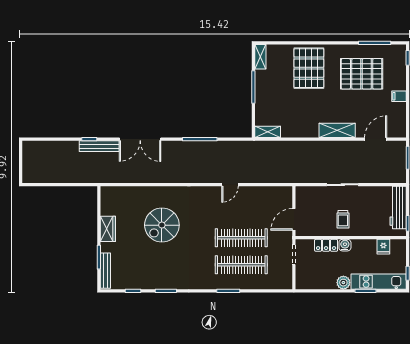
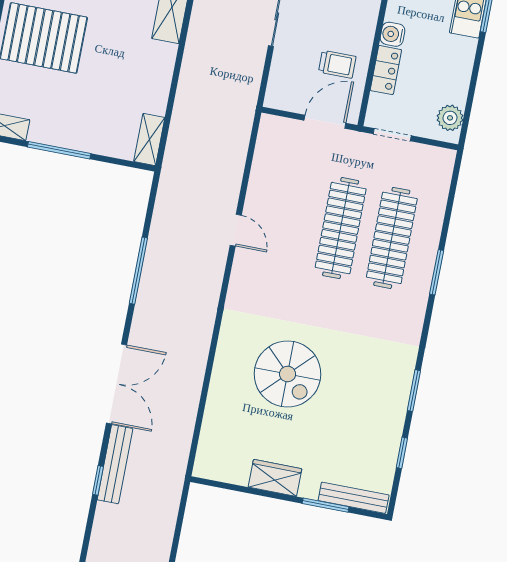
door: (294, 219) -> (325, 122), swing flipped
trolley: (343, 219) -> (337, 64), moved
plant: (343, 283) -> (450, 118), moved

